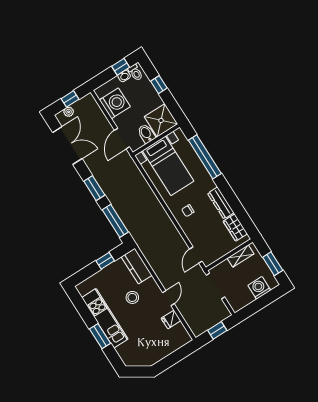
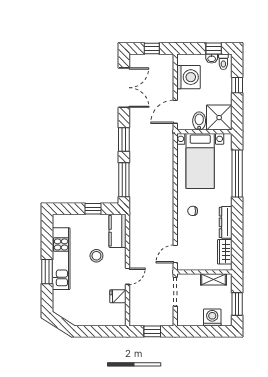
plant: (69, 112) -> (144, 59), removed

